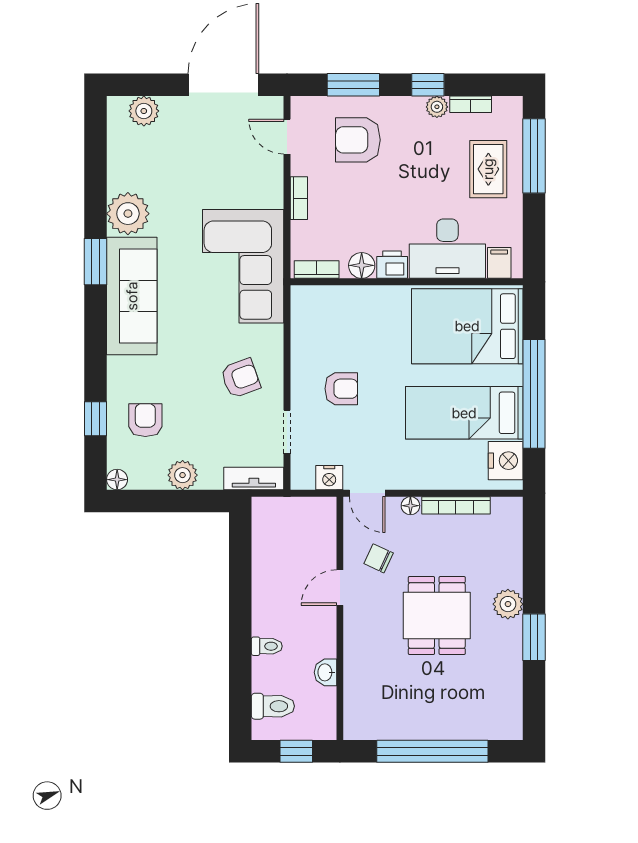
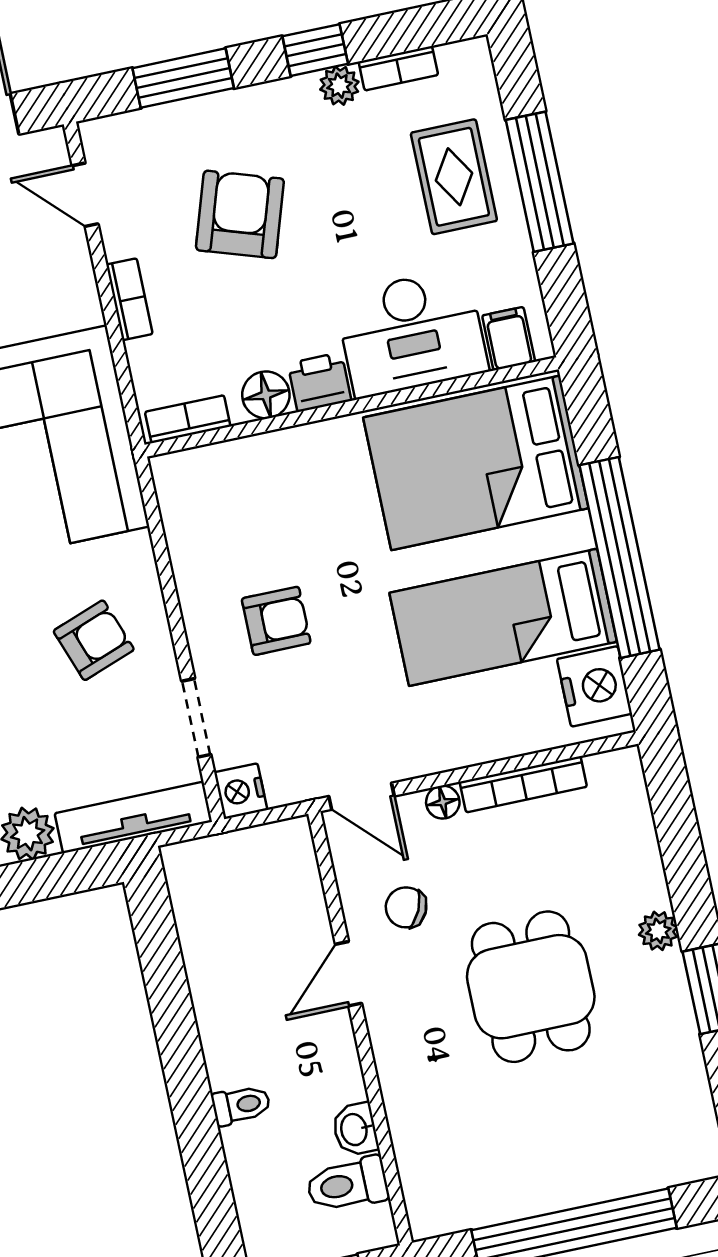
armchair: (358, 140) -> (240, 214), moved, turned 108
window: (534, 156) -> (540, 182), moved
tv unit: (254, 478) -> (133, 817), width x1.41
nightstand: (329, 478) -> (241, 791), moved, turned 90
plant: (508, 604) -> (658, 931), width x0.73, depth x0.73
toilet: (273, 706) -> (347, 1184), moved, turned 180

